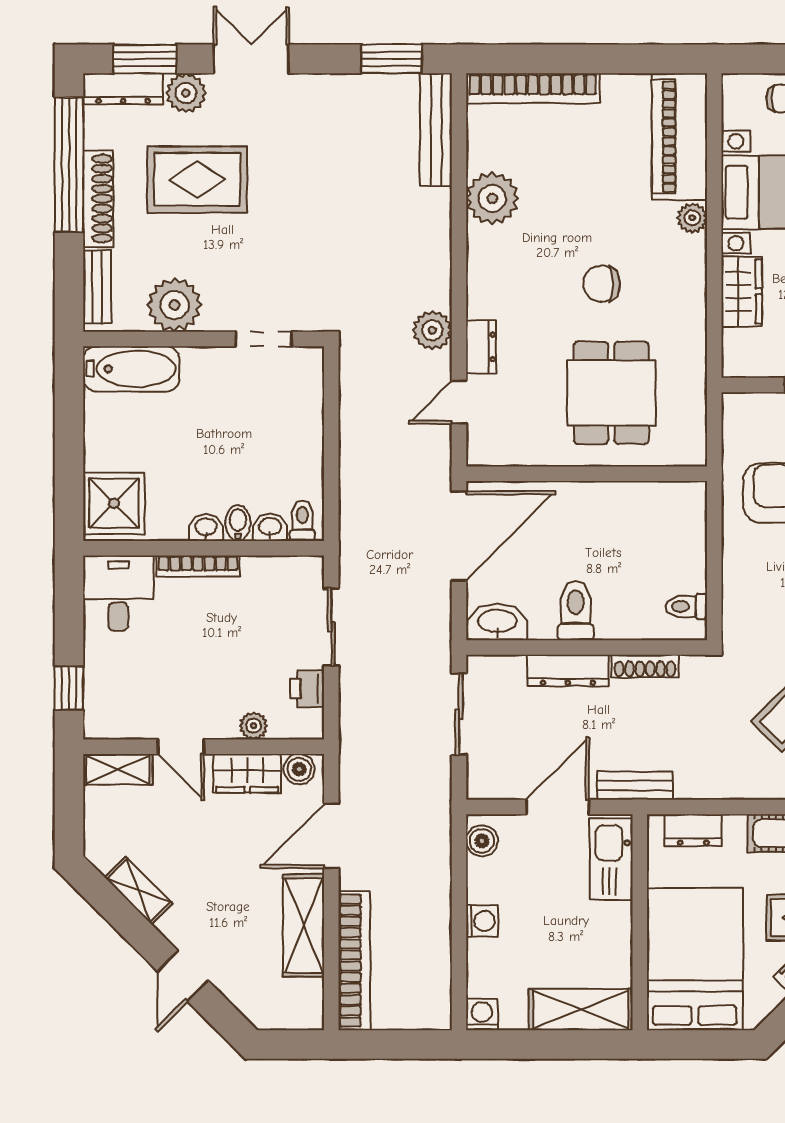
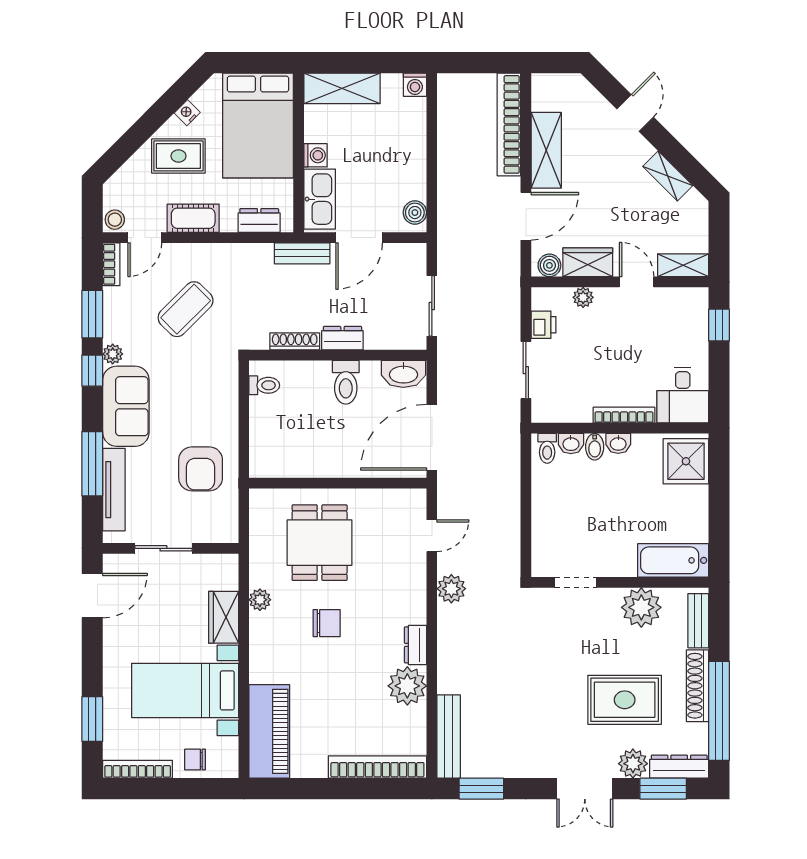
plant: (692, 218) -> (260, 600), moved
dresser: (481, 347) -> (416, 645), moved
dresser: (568, 670) -> (342, 338), width x0.70
washing machine: (482, 921) -> (315, 155), moved, turned 180

